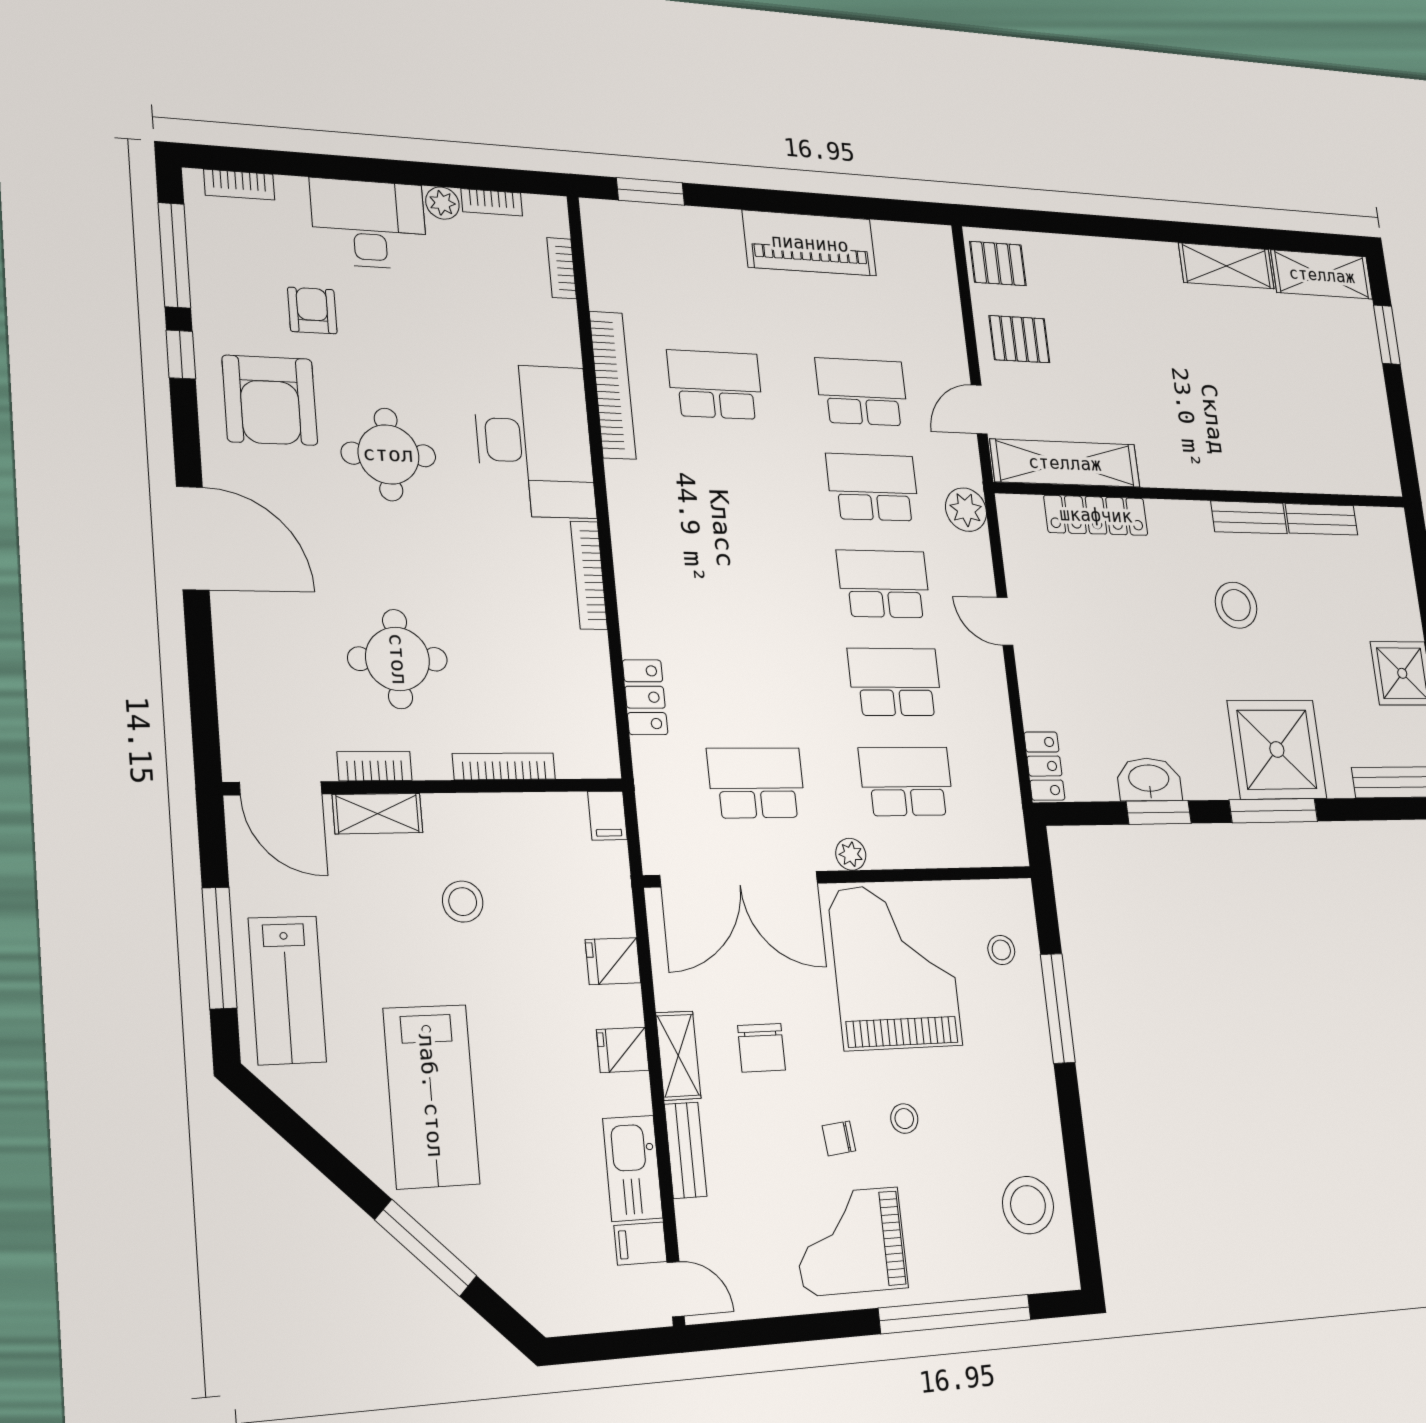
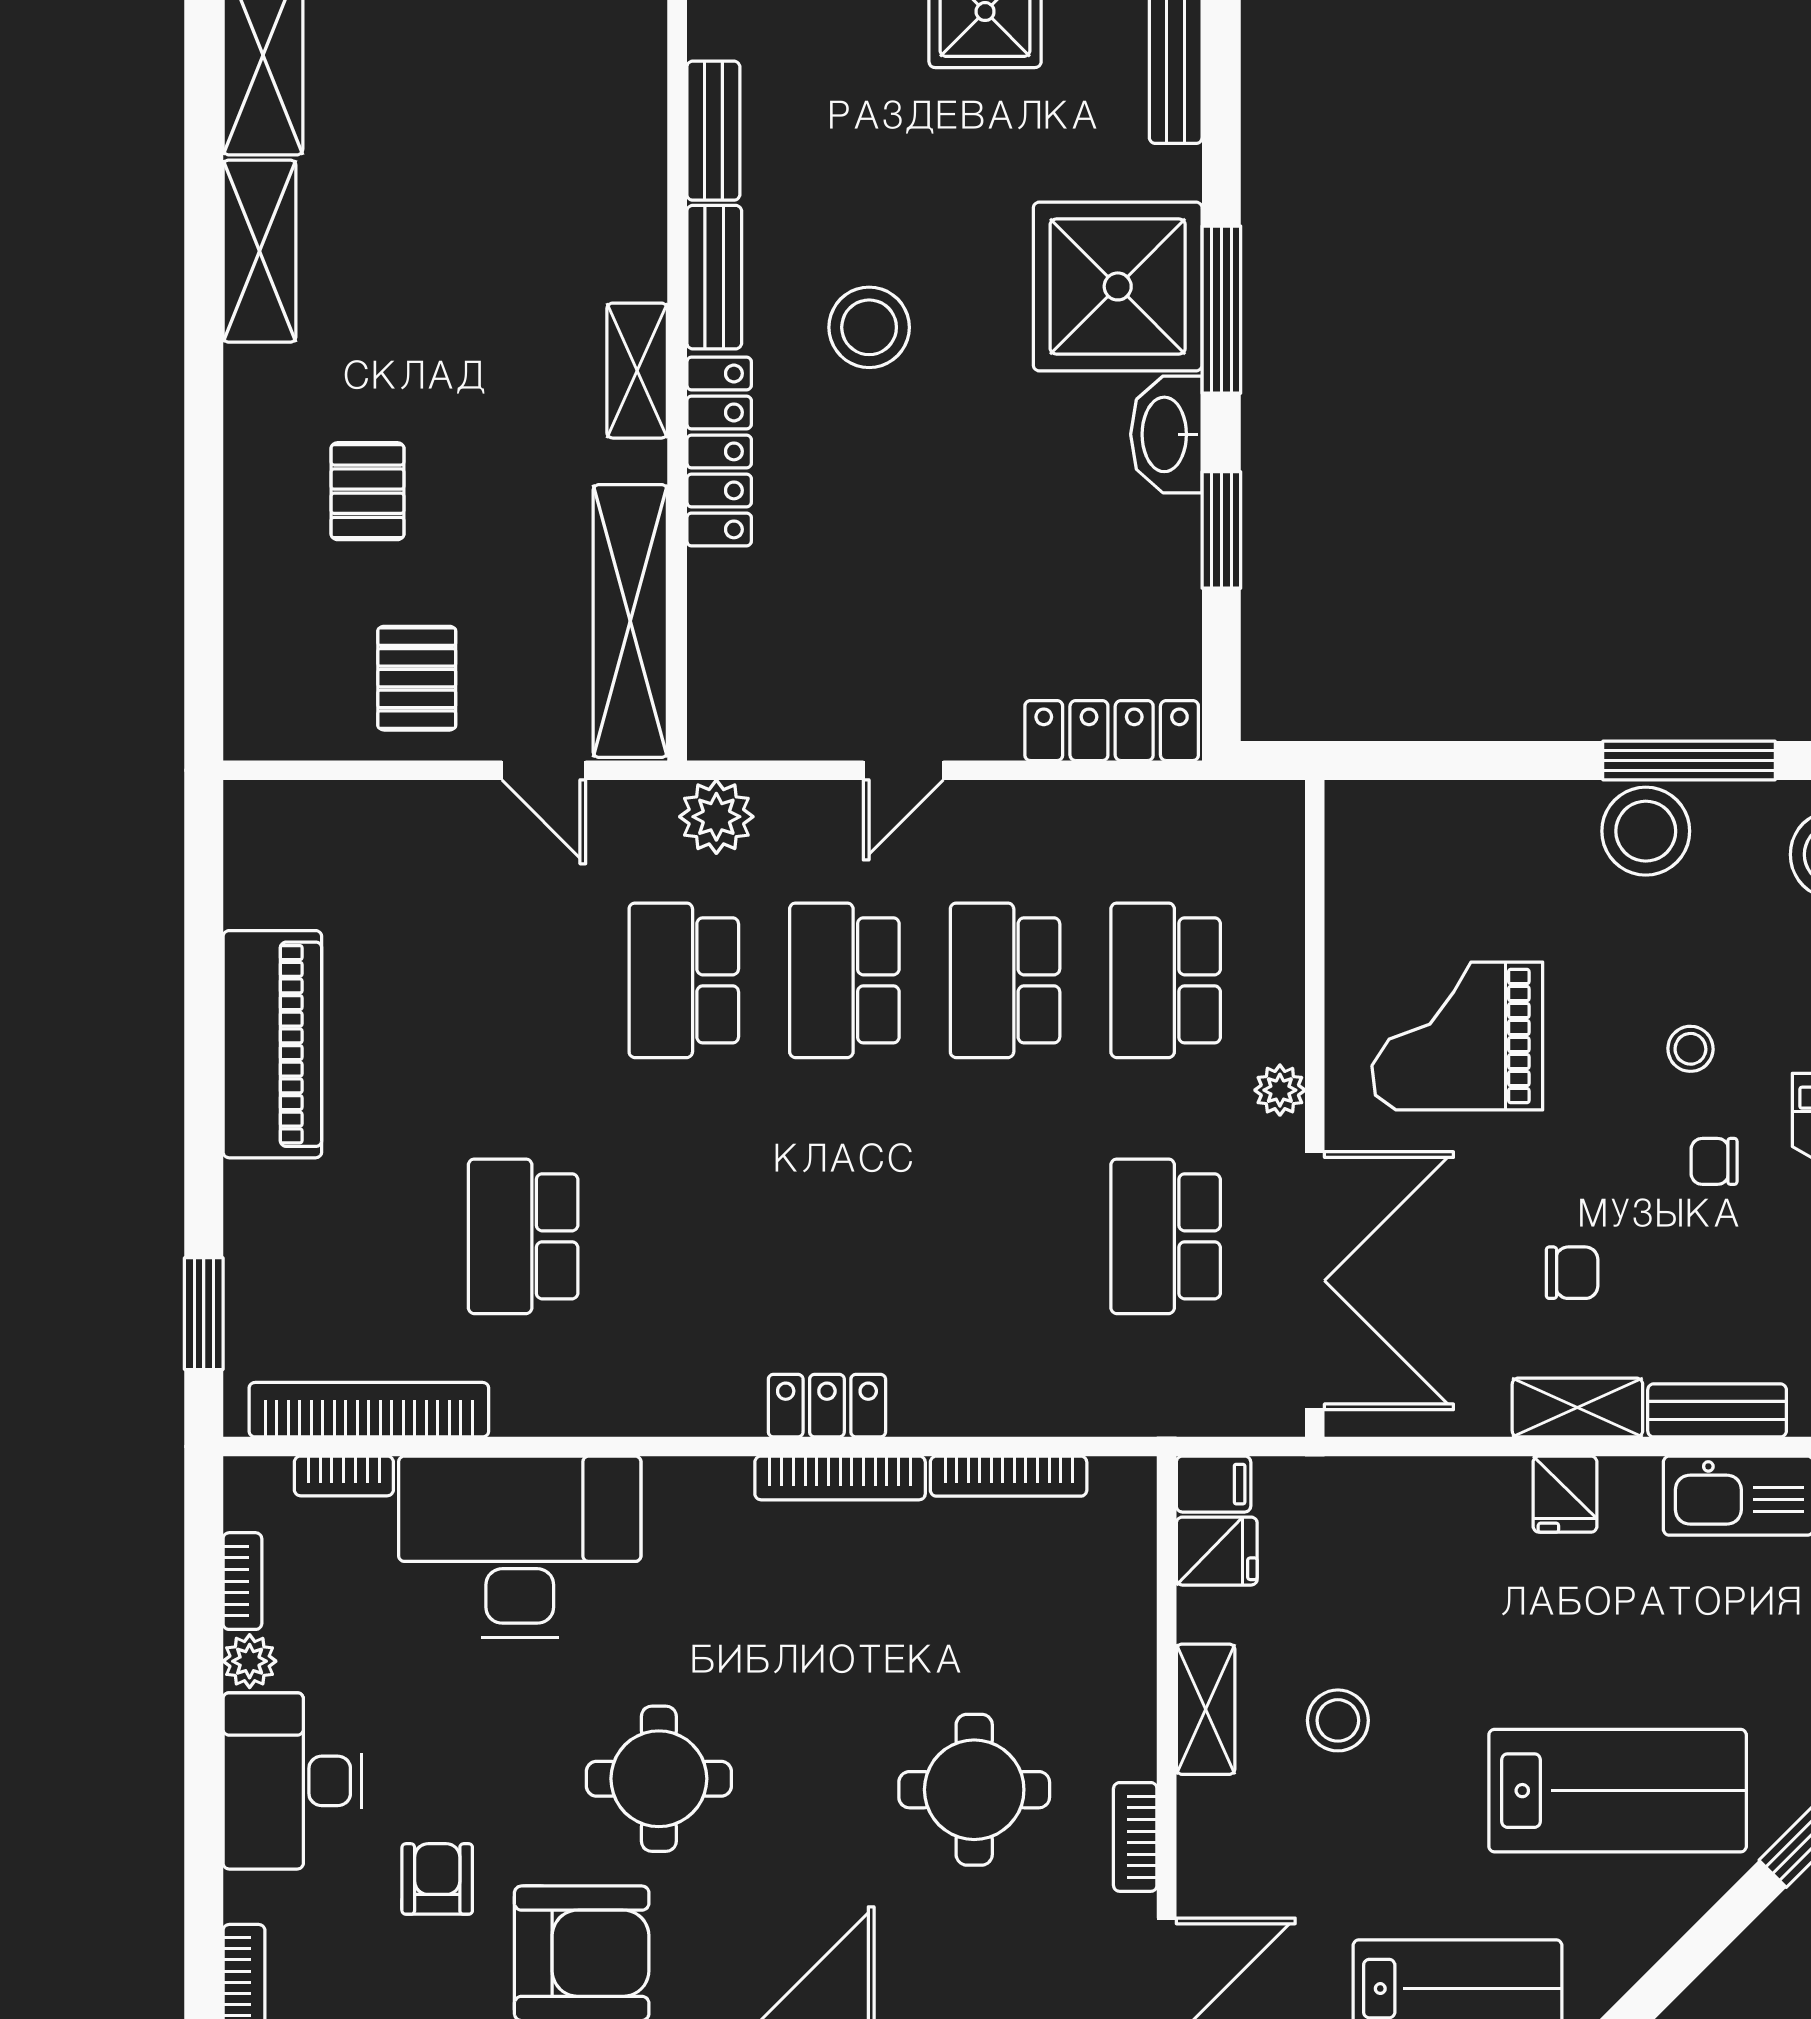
pallet: (998, 264) -> (368, 491), moved
armchair: (312, 310) -> (437, 1879), turned 90
bookcase: (613, 385) -> (369, 1410), moved
school desk: (862, 392) -> (523, 980), removed
desk: (534, 441) -> (520, 1547), moved
shelving: (1196, 472) -> (637, 371), added
locker: (1096, 515) -> (719, 451), moved
locker: (645, 697) -> (827, 1406), moved
bookcase: (504, 766) -> (1009, 1476), moved, turned -90
locker: (1044, 766) -> (1112, 731), width x1.53
washbasin: (1149, 779) -> (1166, 434), moved
shelving: (378, 814) -> (1206, 1709), moved
stool: (1001, 950) -> (1646, 831), moved, width x1.89, depth x1.89
fridge: (613, 961) -> (1217, 1551), moved, turned -90
grand piano: (895, 967) -> (1457, 1036), width x0.73, depth x0.68
window: (1058, 1008) -> (1689, 761), moved
chair: (761, 1048) -> (1572, 1273), width x0.73, depth x0.73
chair: (839, 1138) -> (1714, 1161), turned 96

